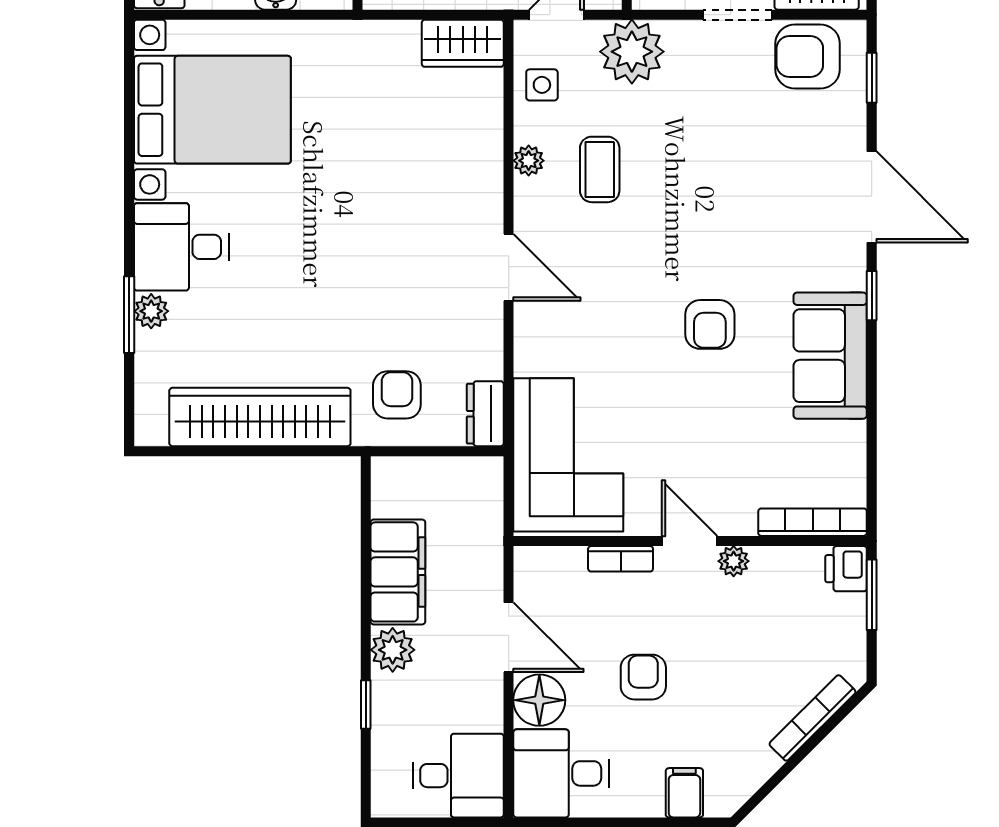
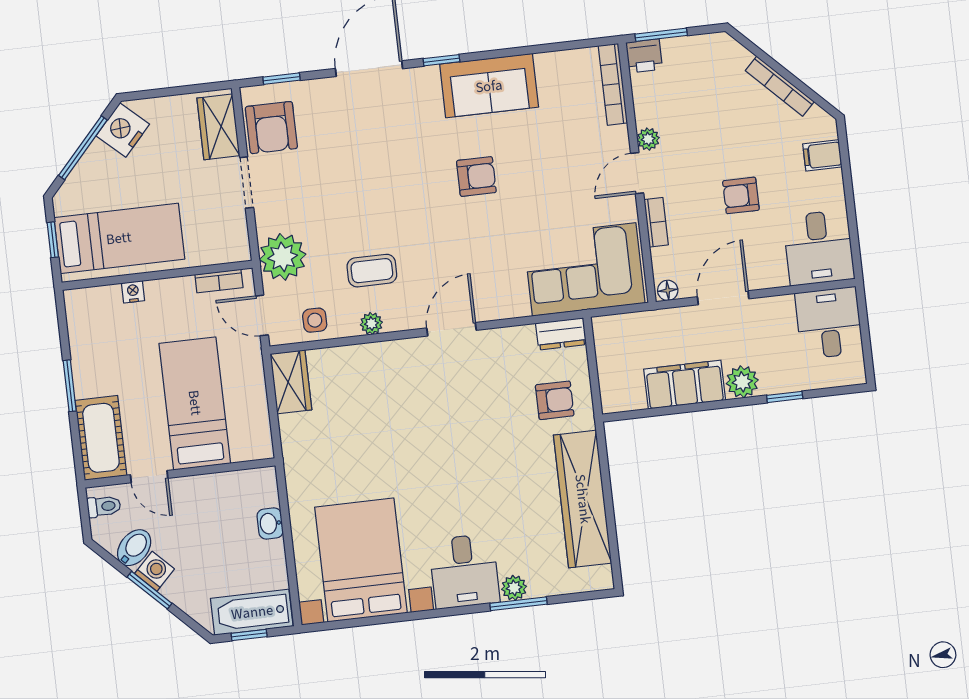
armchair: (397, 395) -> (555, 400), turned 180
floor lamp: (539, 700) -> (668, 290), moved, width x0.53, depth x0.53
bookcase: (812, 718) -> (780, 86), moved

